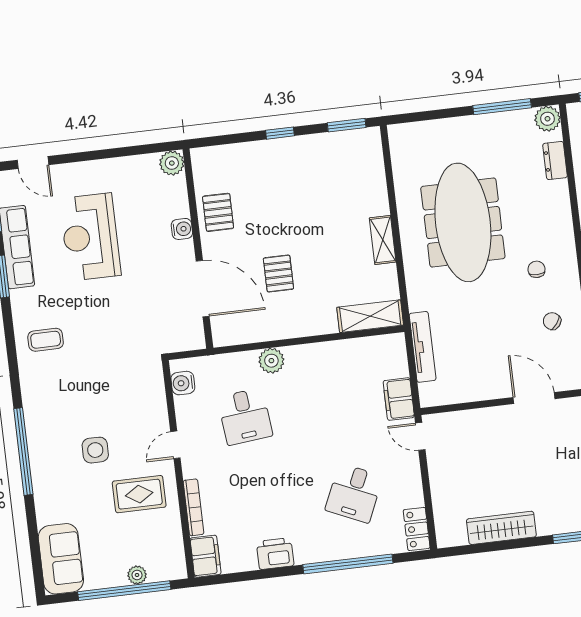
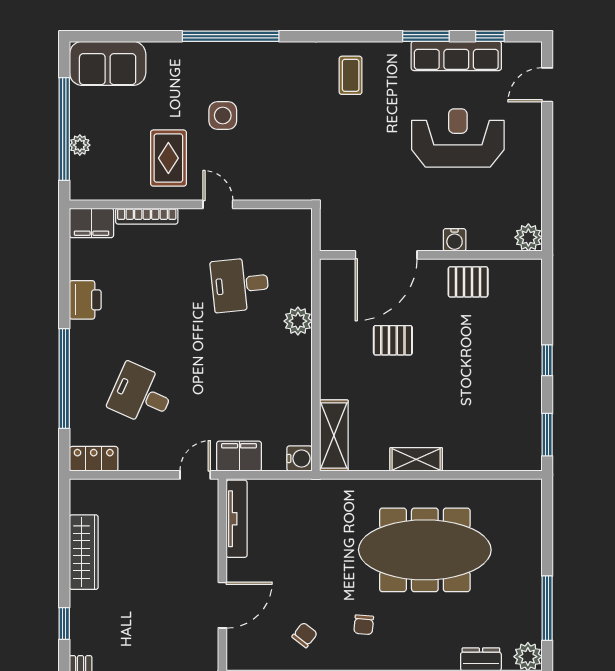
chair: (537, 269) -> (364, 625), turned 95
tv unit: (423, 347) -> (237, 519), moved, turned -90
water cooler: (183, 383) -> (299, 459), moved, turned 90

